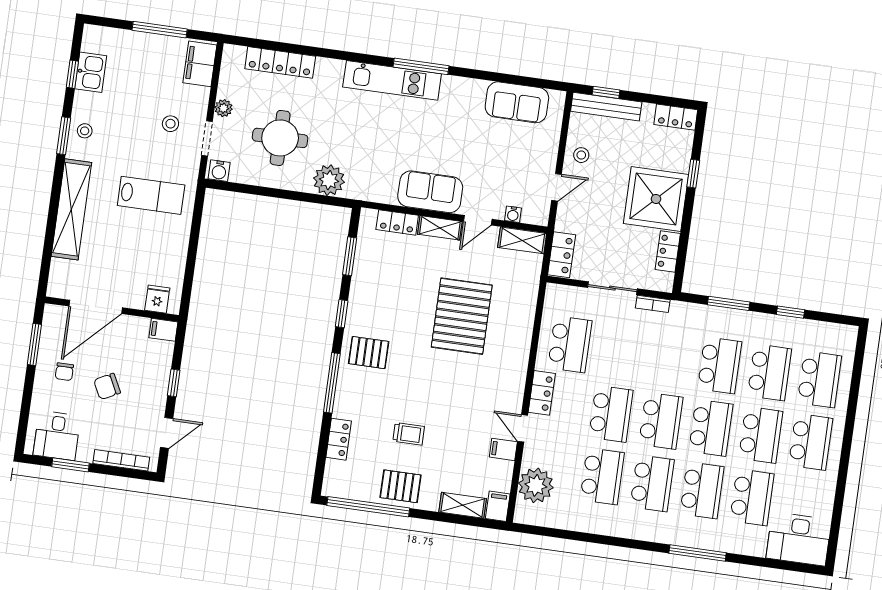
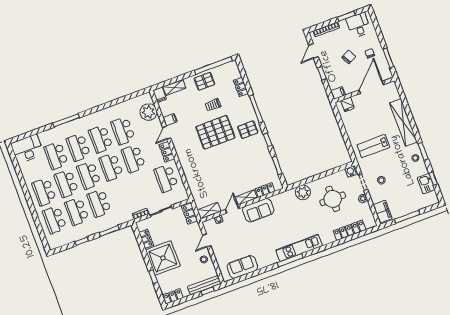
pallet: (462, 316) -> (215, 132), moved, turned 90
door: (523, 428) -> (167, 133), swing flipped

